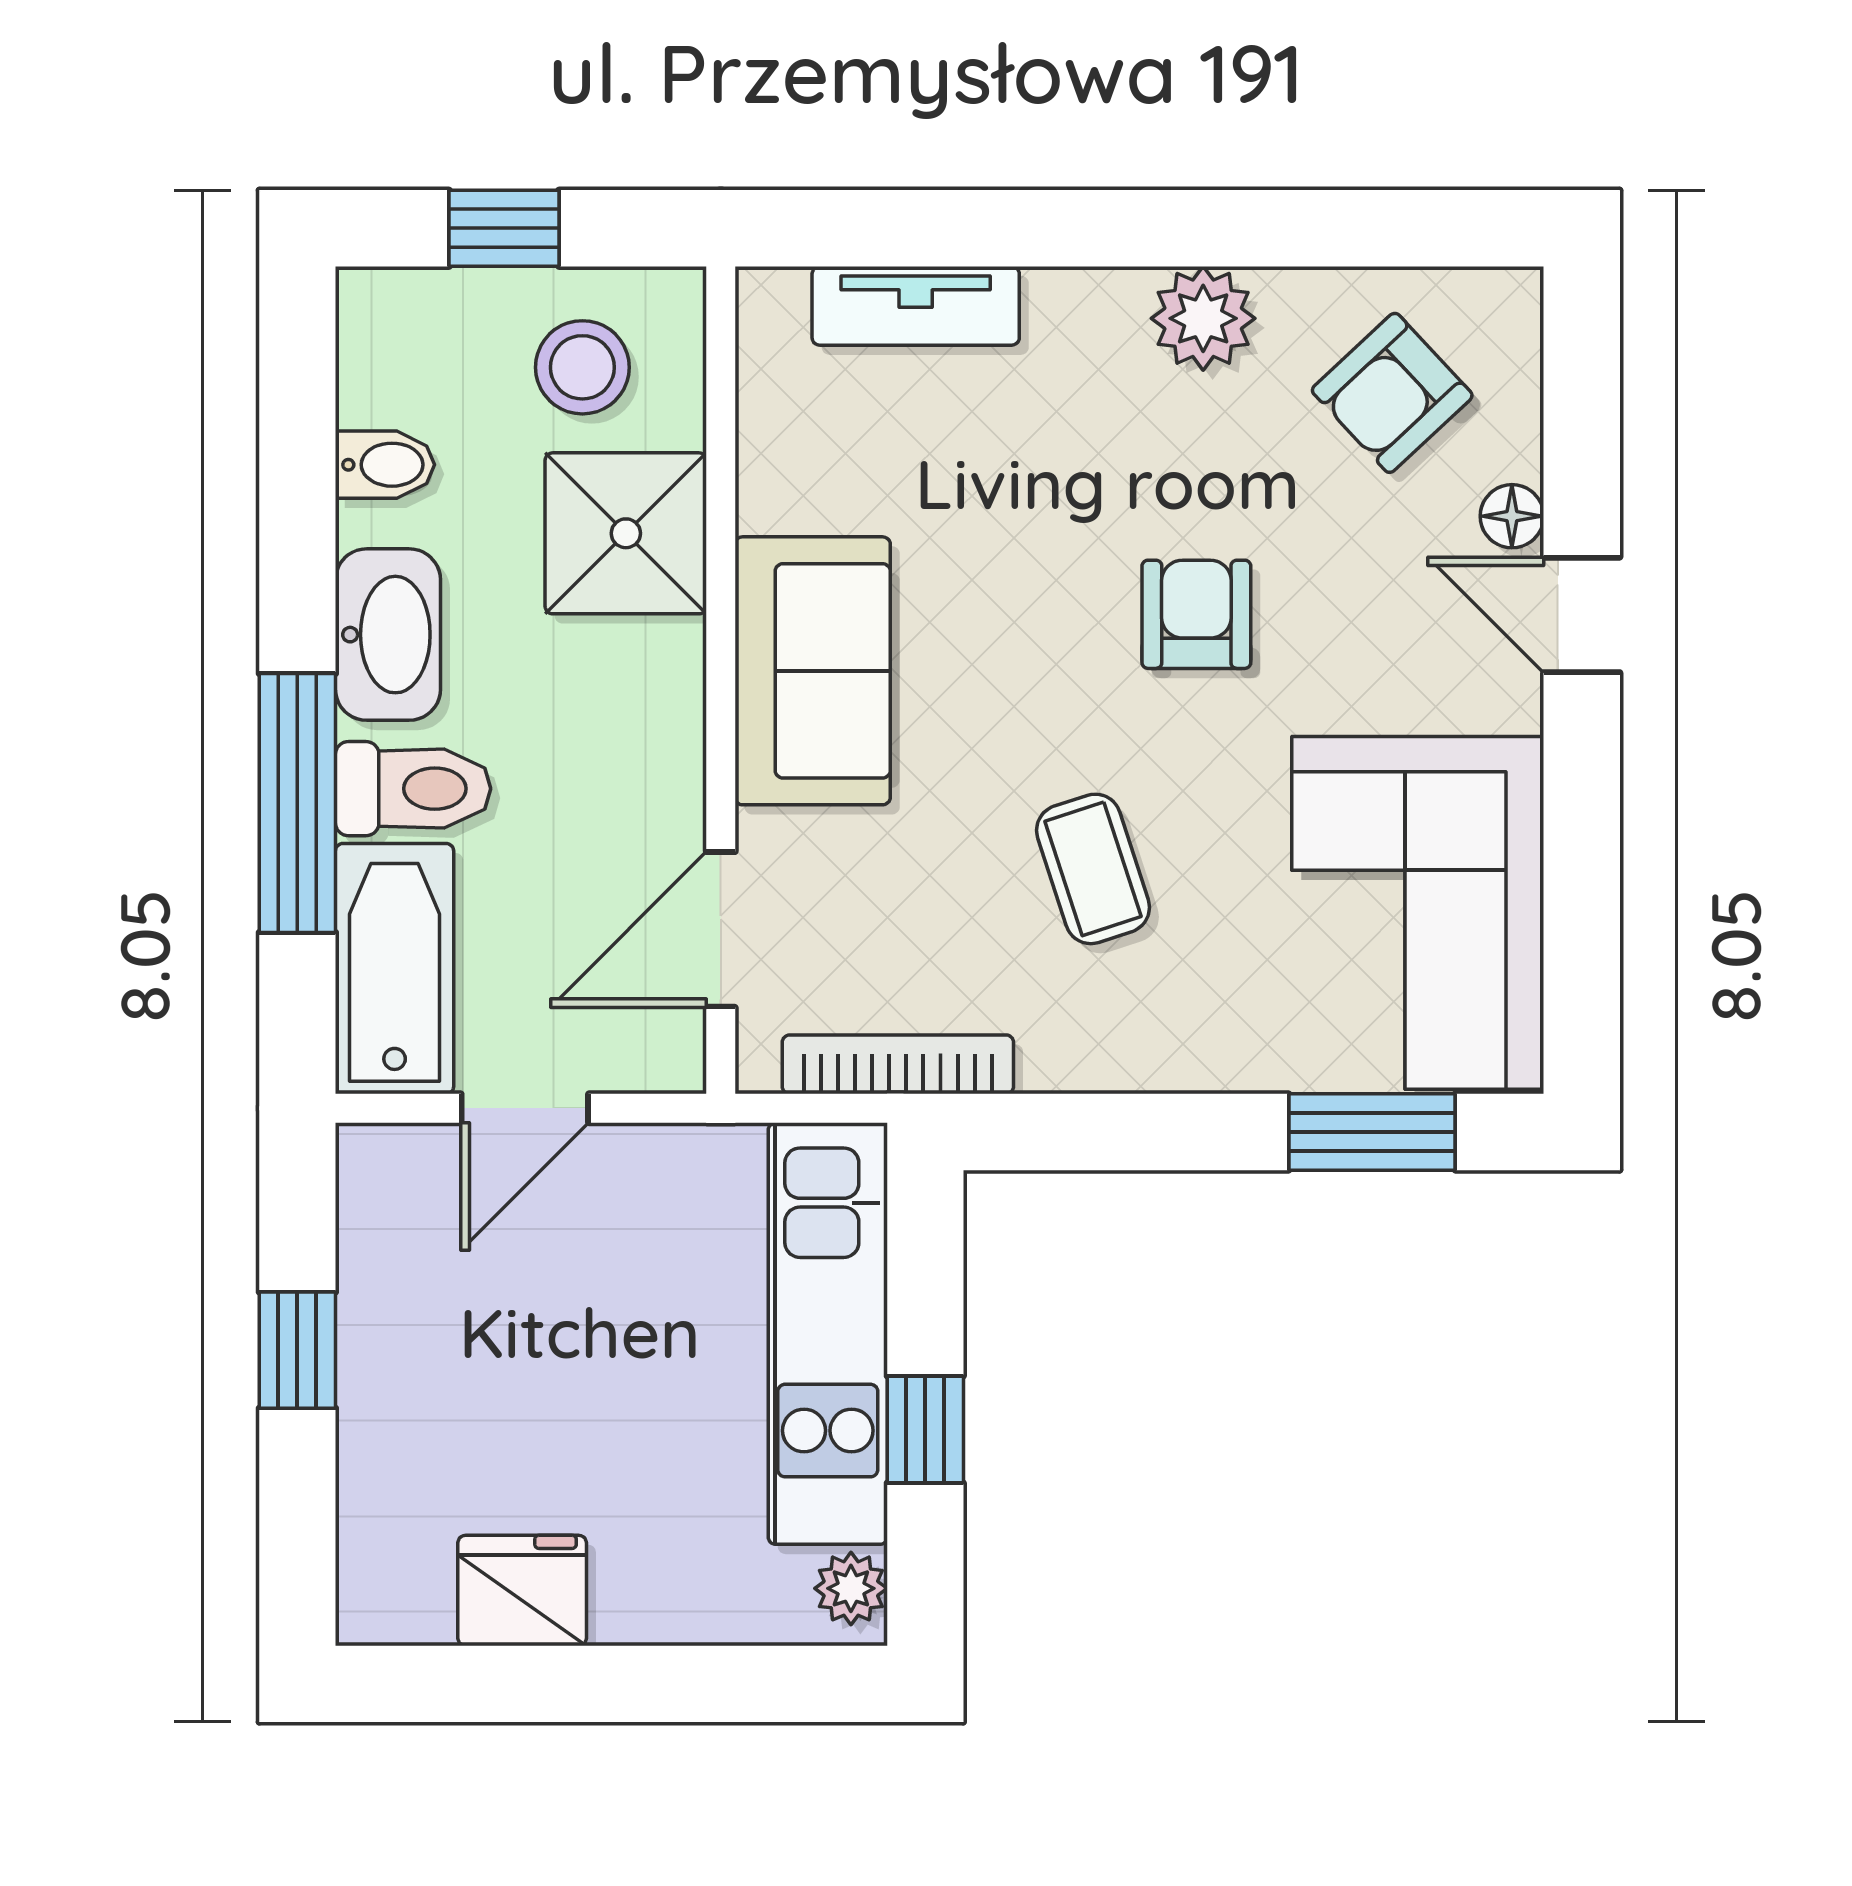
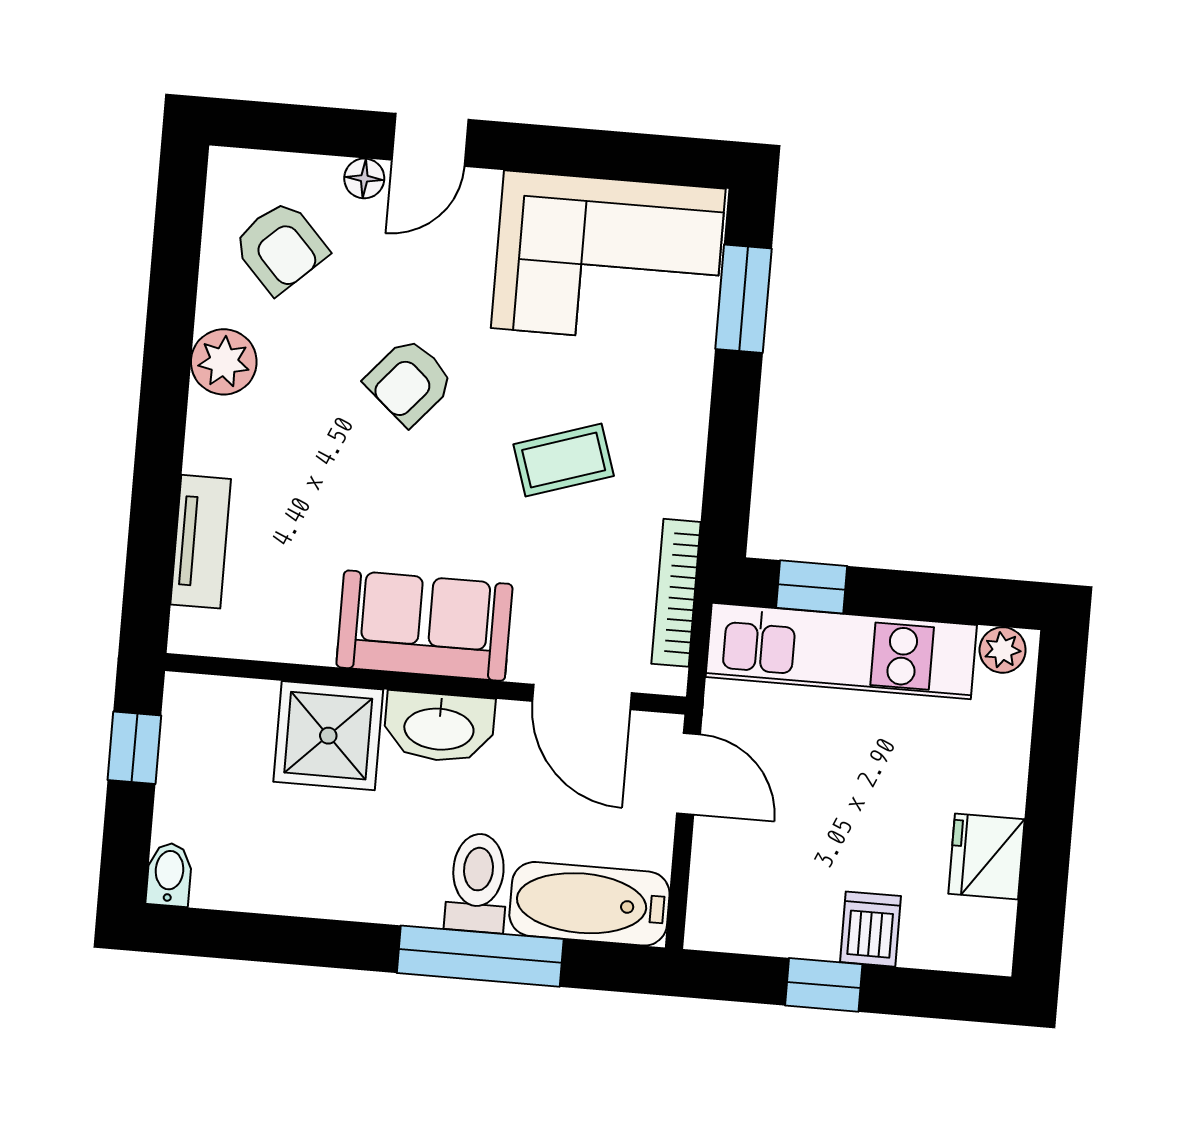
window: (504, 228) -> (134, 748), moved
stool: (582, 367) -> (222, 754), removed
bidet: (385, 465) -> (169, 874), moved
armchair: (1196, 614) -> (409, 382), turned -49
washbasin: (388, 635) -> (439, 727), moved, turned 180
door: (525, 1108) -> (689, 774), moved
dishwasher: (392, 1417) -> (870, 929), added
window: (925, 1430) -> (812, 587), moved

